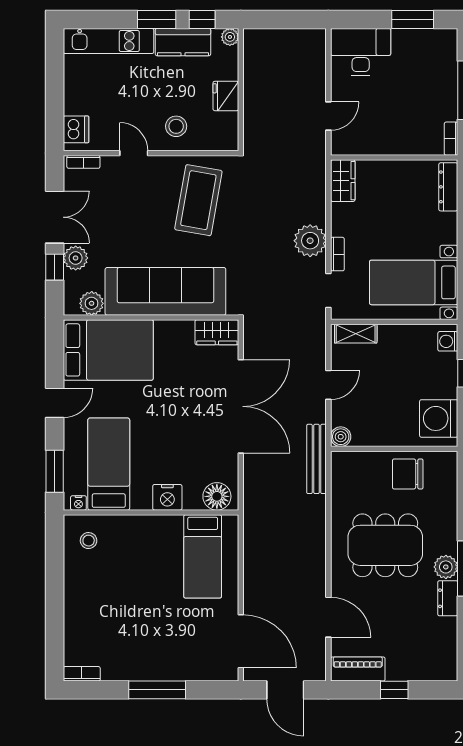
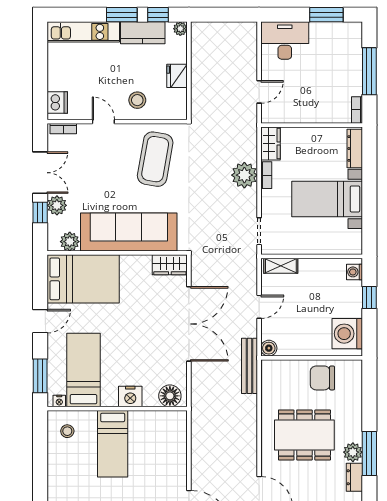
plant: (310, 241) -> (244, 175), moved
bookcase: (337, 254) -> (266, 175), moved
bed with nightstands: (414, 282) -> (327, 199), moved
bed: (203, 556) -> (113, 444), moved

